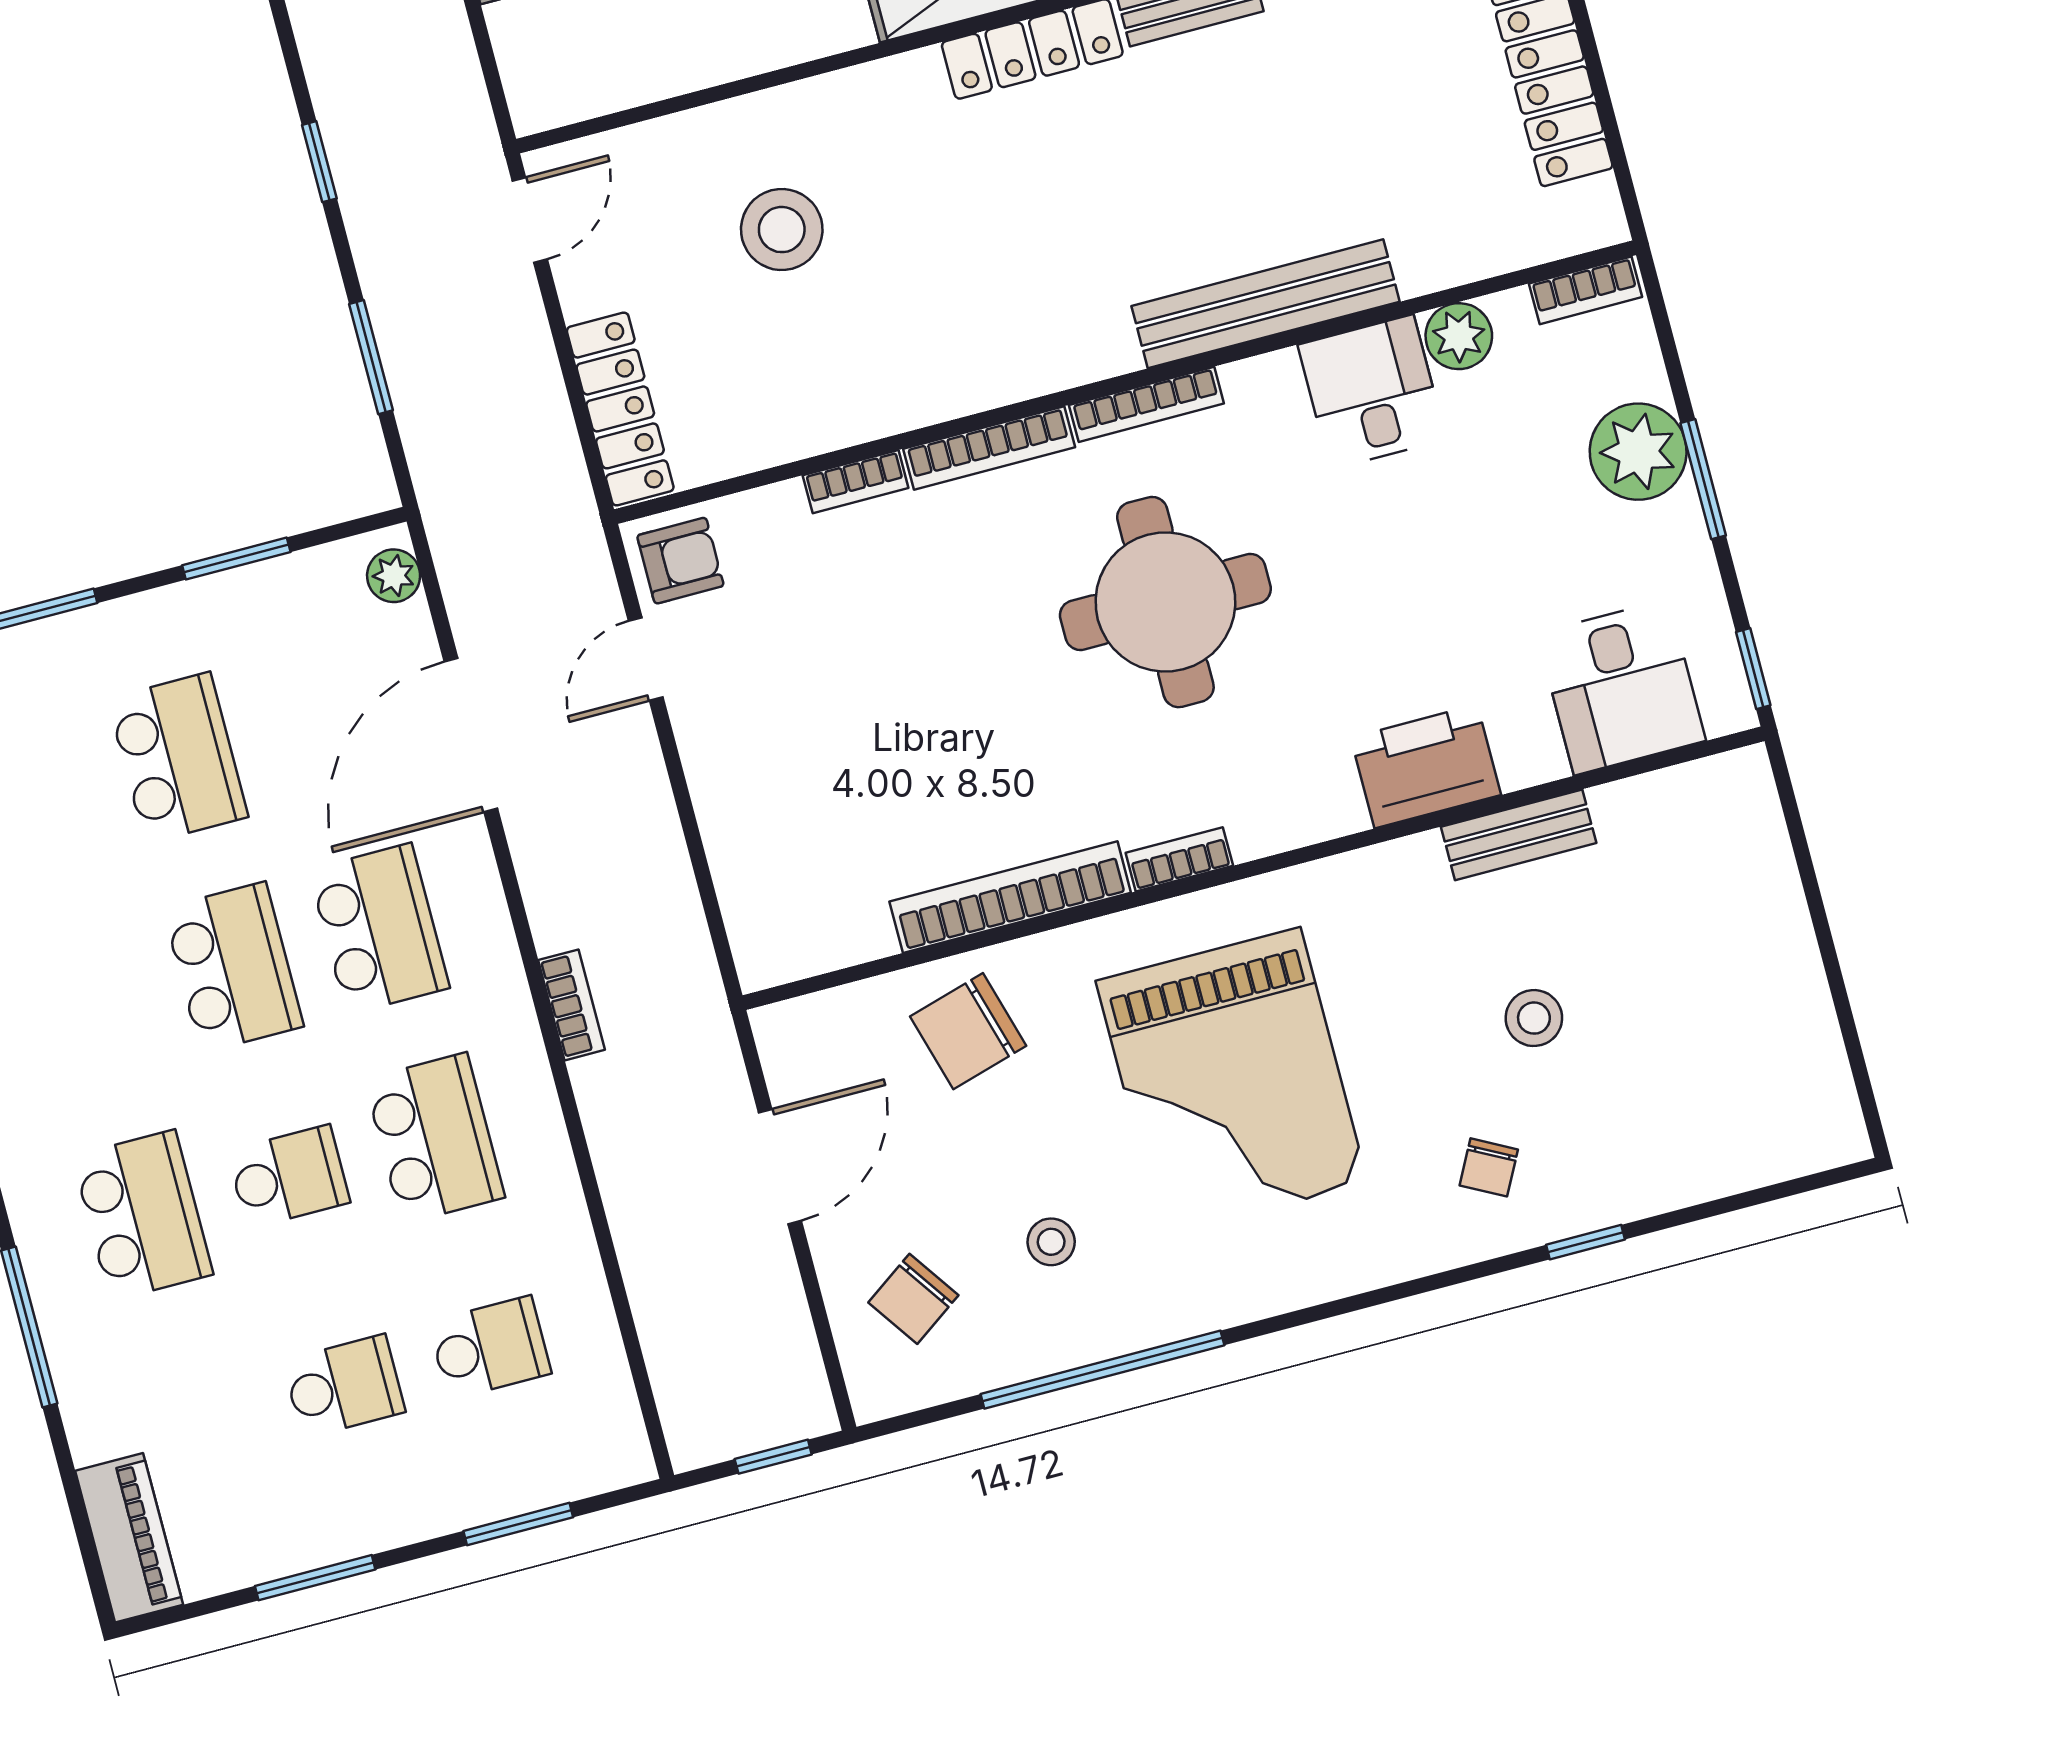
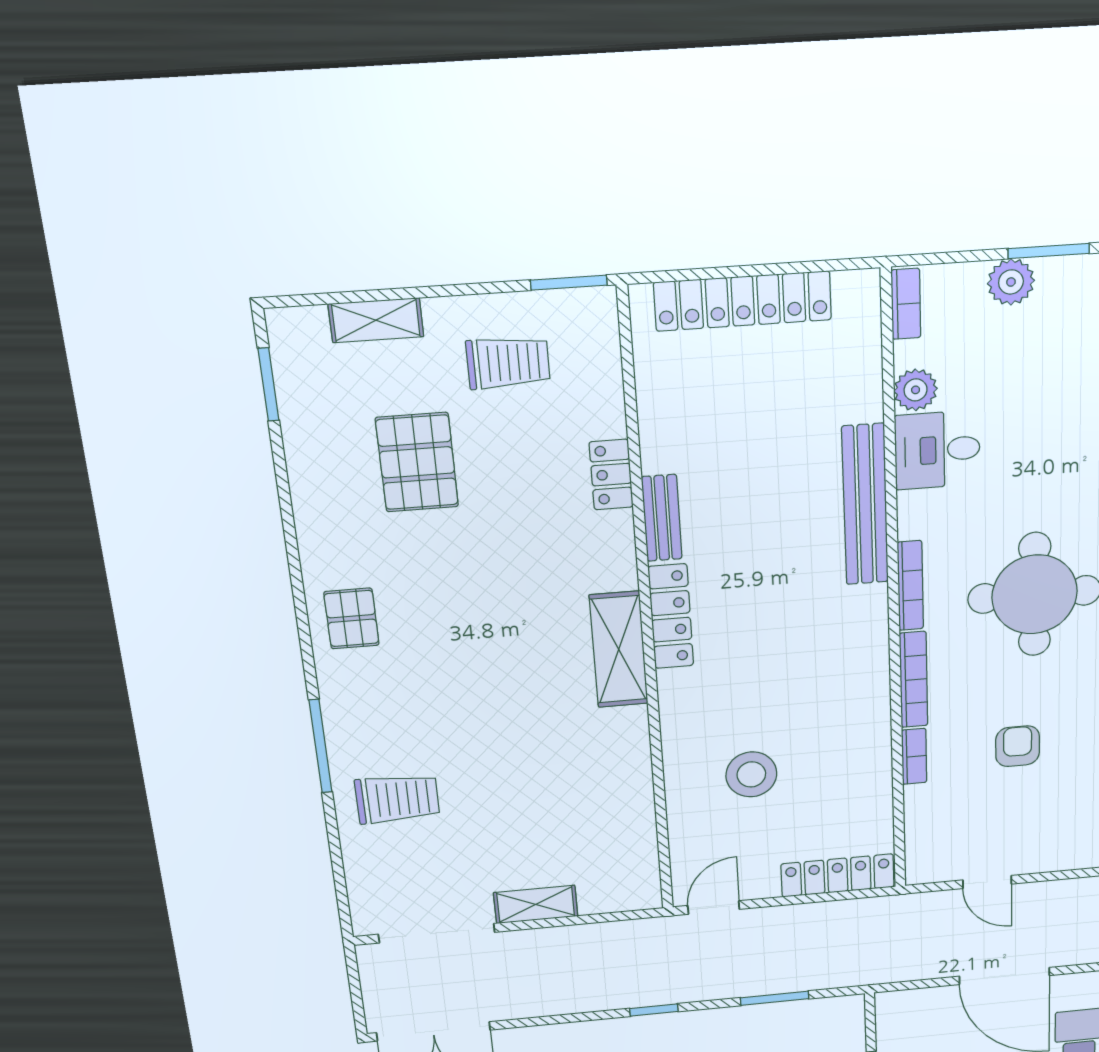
door: (530, 220) -> (714, 907), hinge flipped
plant: (1638, 452) -> (1011, 282), width x0.73, depth x0.73
armchair: (680, 561) -> (1018, 746), moved
plant: (394, 576) -> (903, 1003), removed

